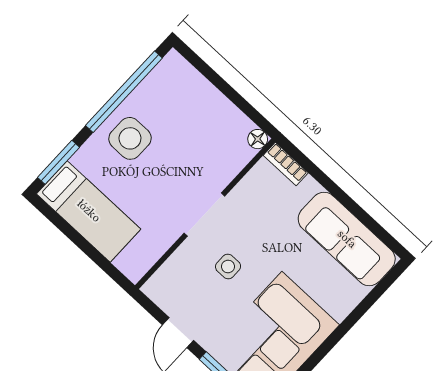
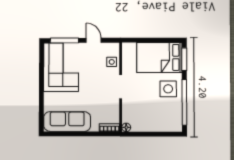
bed: (89, 211) -> (159, 57), width x1.50
side table: (228, 267) -> (112, 62), moved

